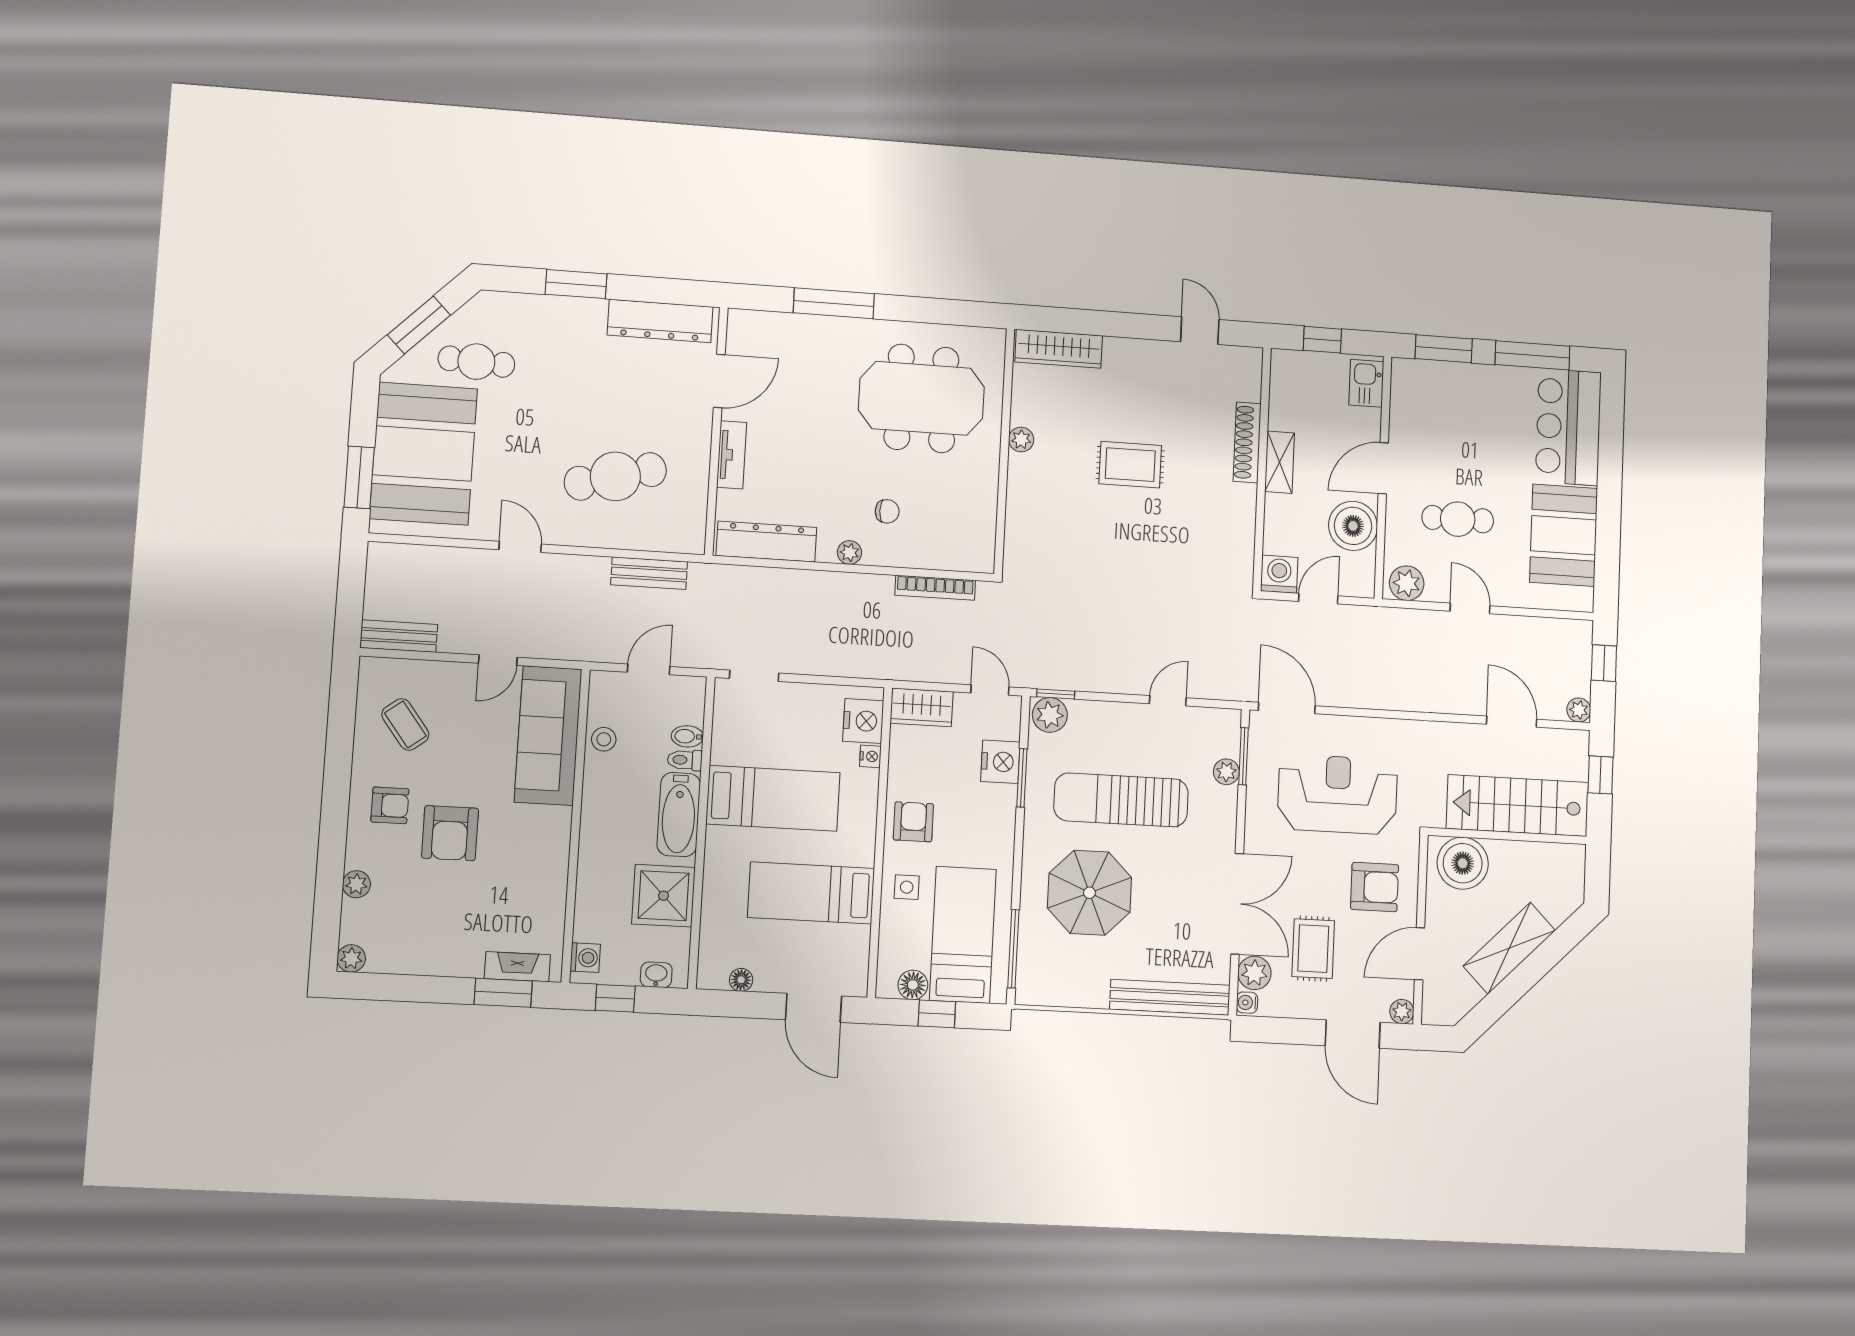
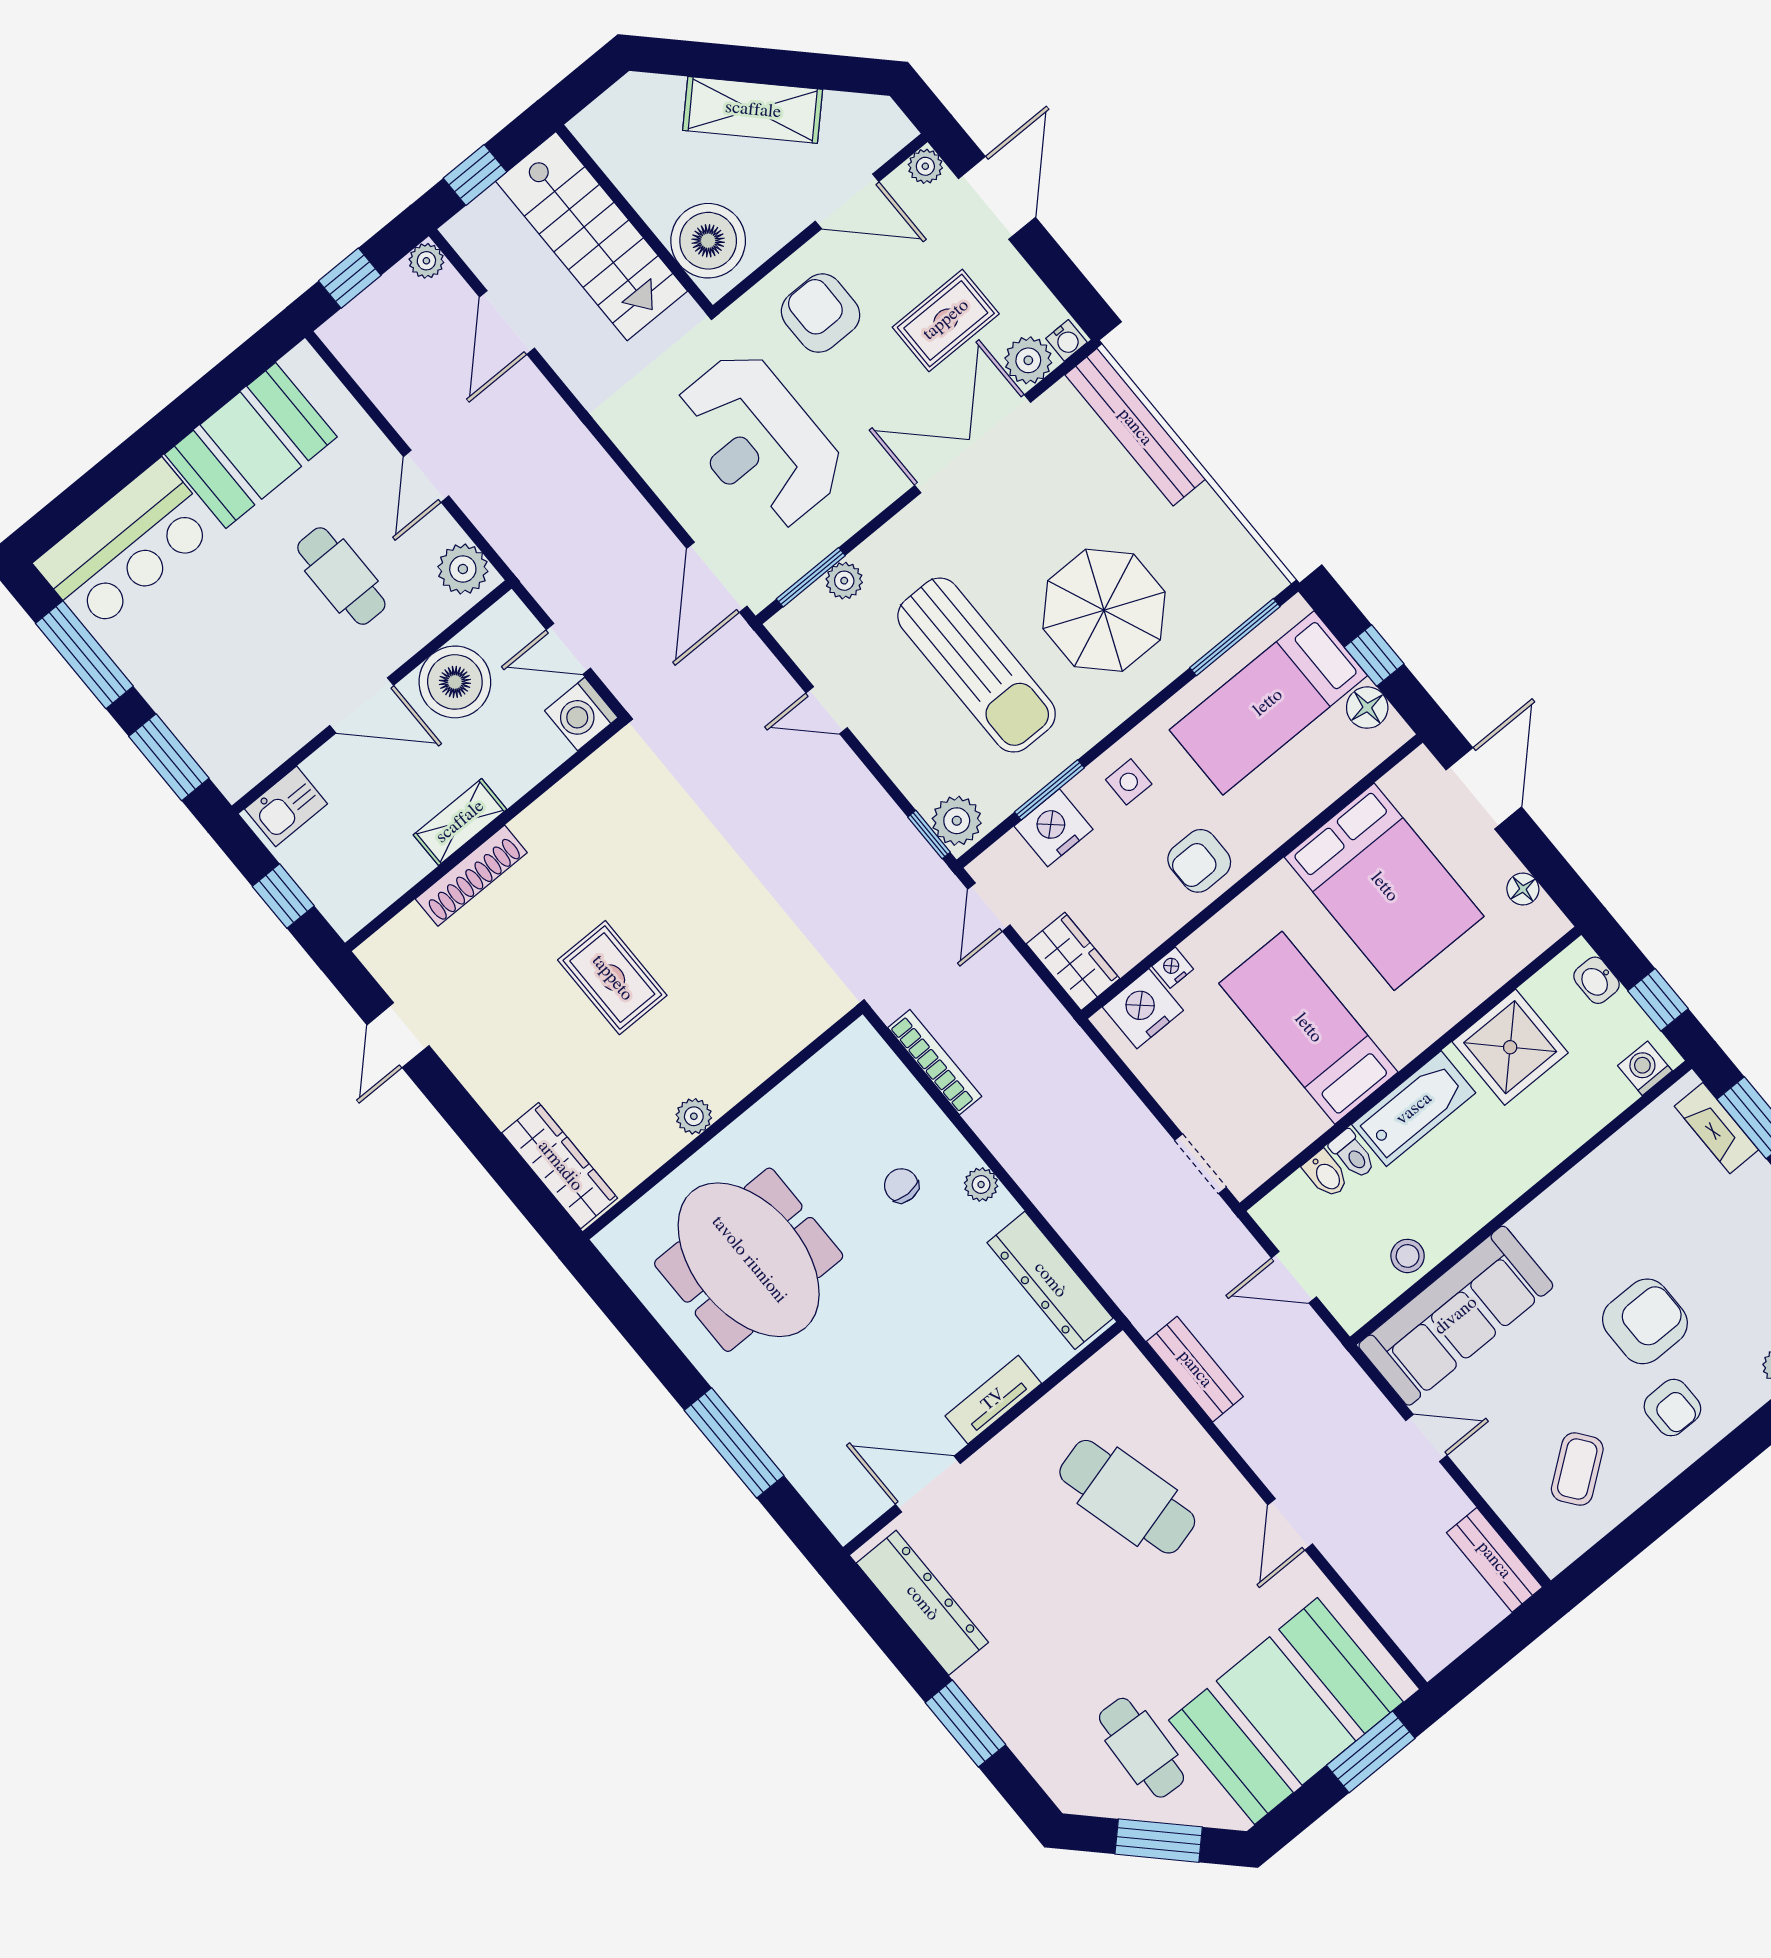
armchair: (390, 805) -> (1672, 1408), turned 180
side table: (907, 887) -> (1129, 782), moved
bed: (811, 893) -> (1384, 887), width x1.50

